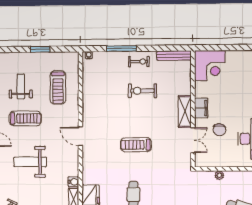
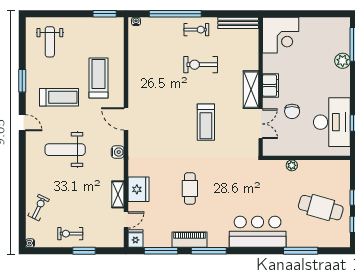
window: (40, 49) -> (105, 14), moved
window: (121, 49) -> (175, 14), width x1.46
weight bench: (21, 86) -> (50, 42), moved, turned 180
treadmill: (58, 87) -> (99, 78), moved, turned 180
treadmill: (136, 145) -> (206, 122), moved, turned -90
water cooler: (73, 182) -> (118, 152), moved

